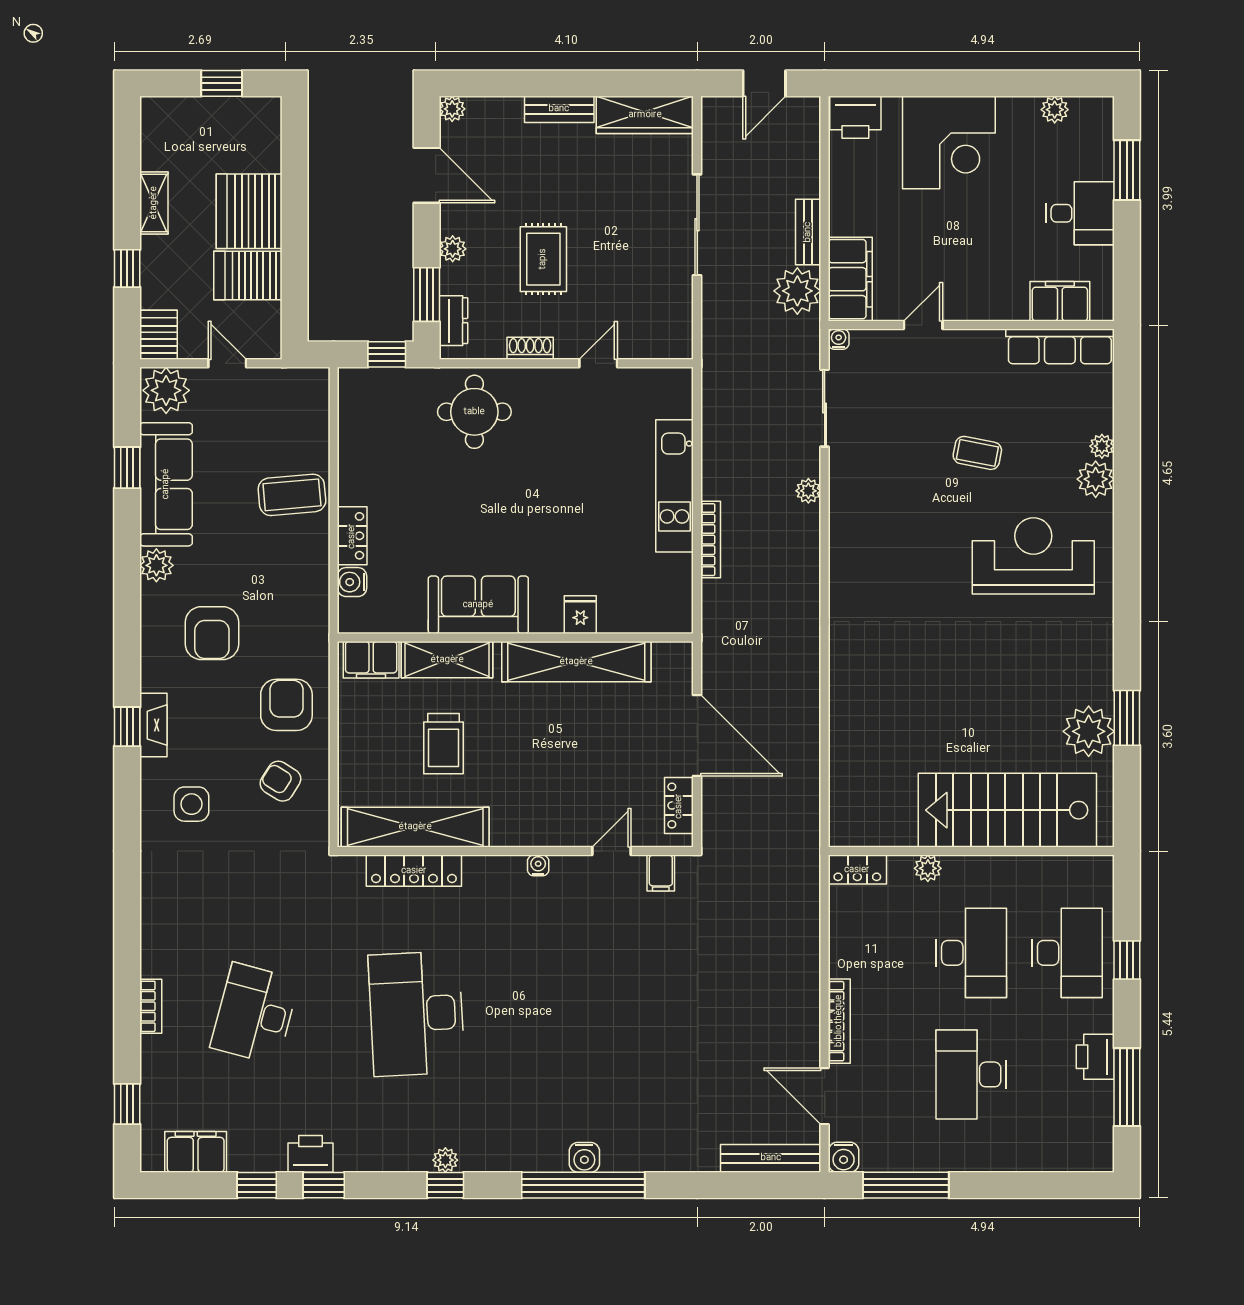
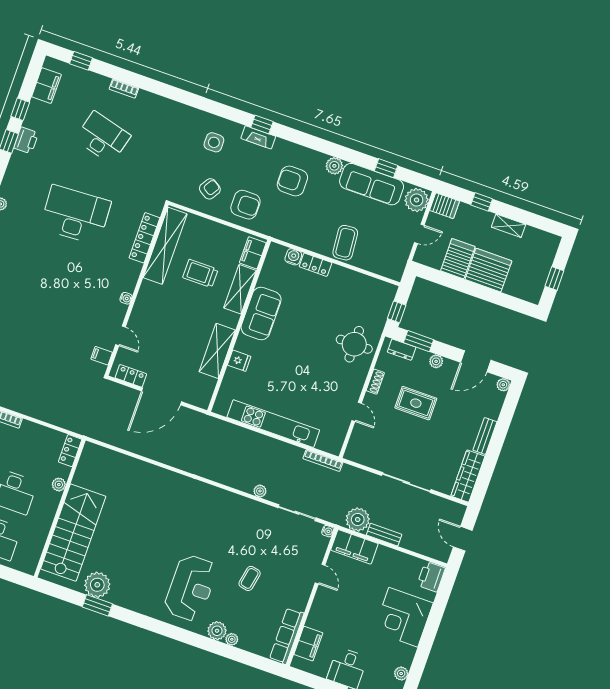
kitchen unit: (675, 486) -> (273, 424), width x1.36
bookcase: (711, 540) -> (323, 461), moved
shelving: (576, 662) -> (217, 351), width x0.68

